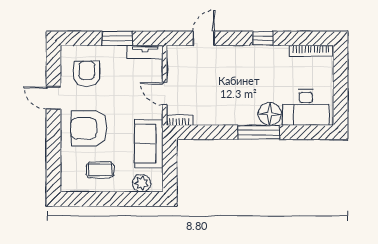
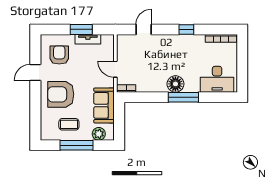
tv unit: (145, 52) -> (88, 39), moved
door: (54, 98) -> (35, 72), hinge flipped
floor lamp: (270, 114) -> (175, 84), moved
window: (111, 199) -> (76, 145), added

